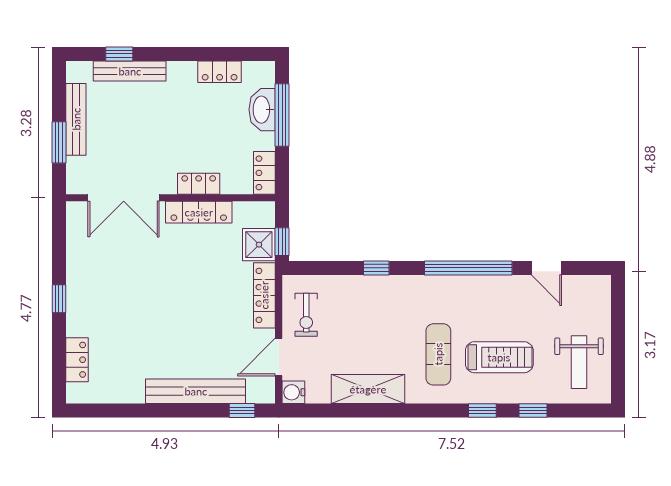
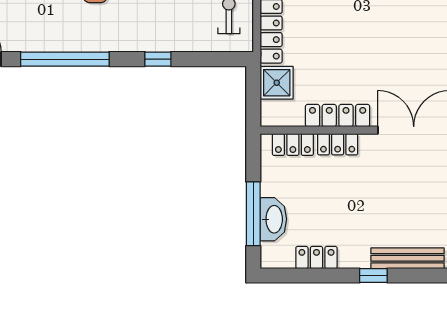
window: (119, 54) -> (373, 276), moved
locker: (264, 173) -> (293, 145), moved, turned 90
window: (282, 242) -> (253, 86), removed

